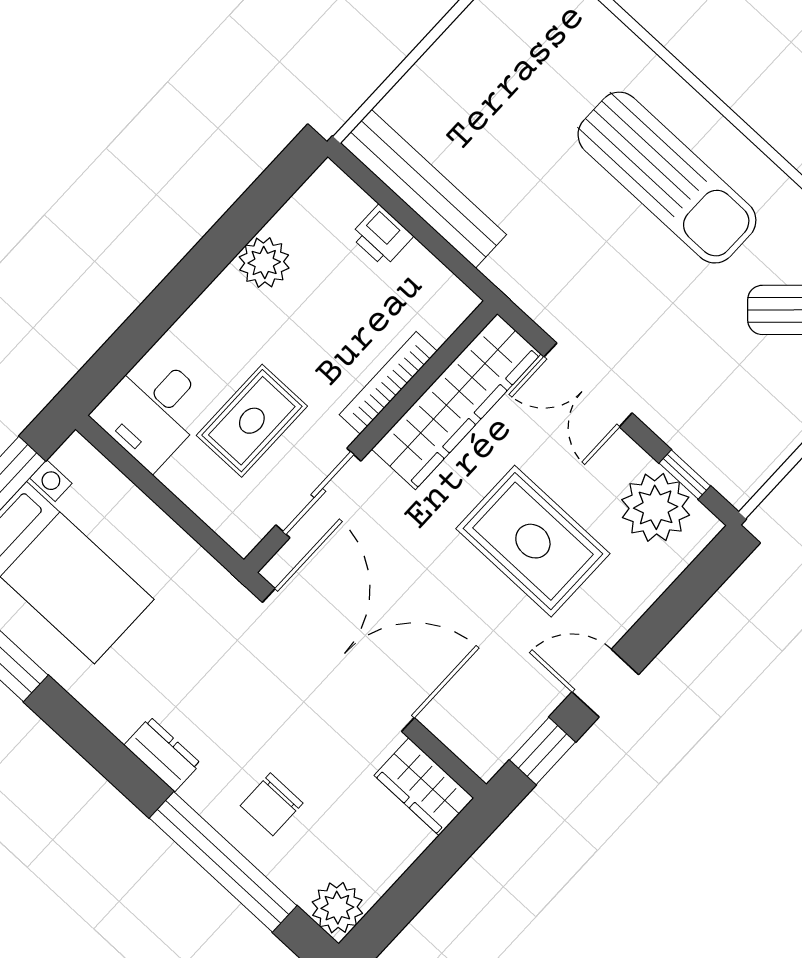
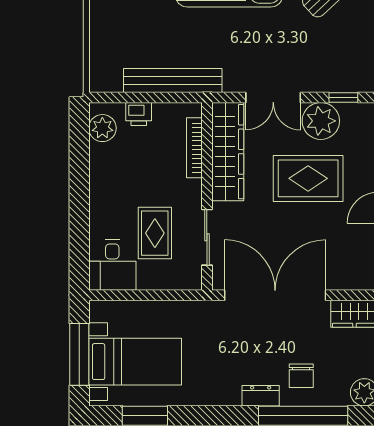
bench: (423, 189) -> (173, 81), moved
plant: (264, 262) -> (102, 128), moved
bookcase: (388, 383) -> (194, 148), moved
plant: (656, 507) -> (321, 121), moved
dresser: (162, 754) -> (261, 396), moved

